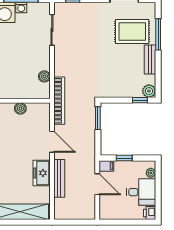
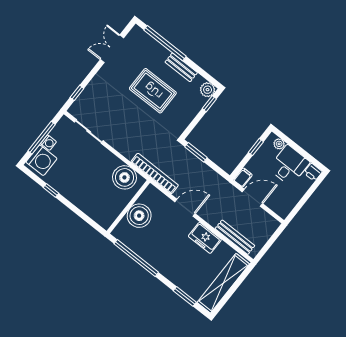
rug: (132, 31) -> (153, 91), moved, turned 90
window: (158, 34) -> (165, 43), width x1.46
boiler: (44, 76) -> (124, 177), width x1.86, depth x1.86
boiler: (20, 109) -> (139, 216), width x1.86, depth x1.86
window: (124, 158) -> (256, 147), moved
bench: (59, 178) -> (235, 237), moved

